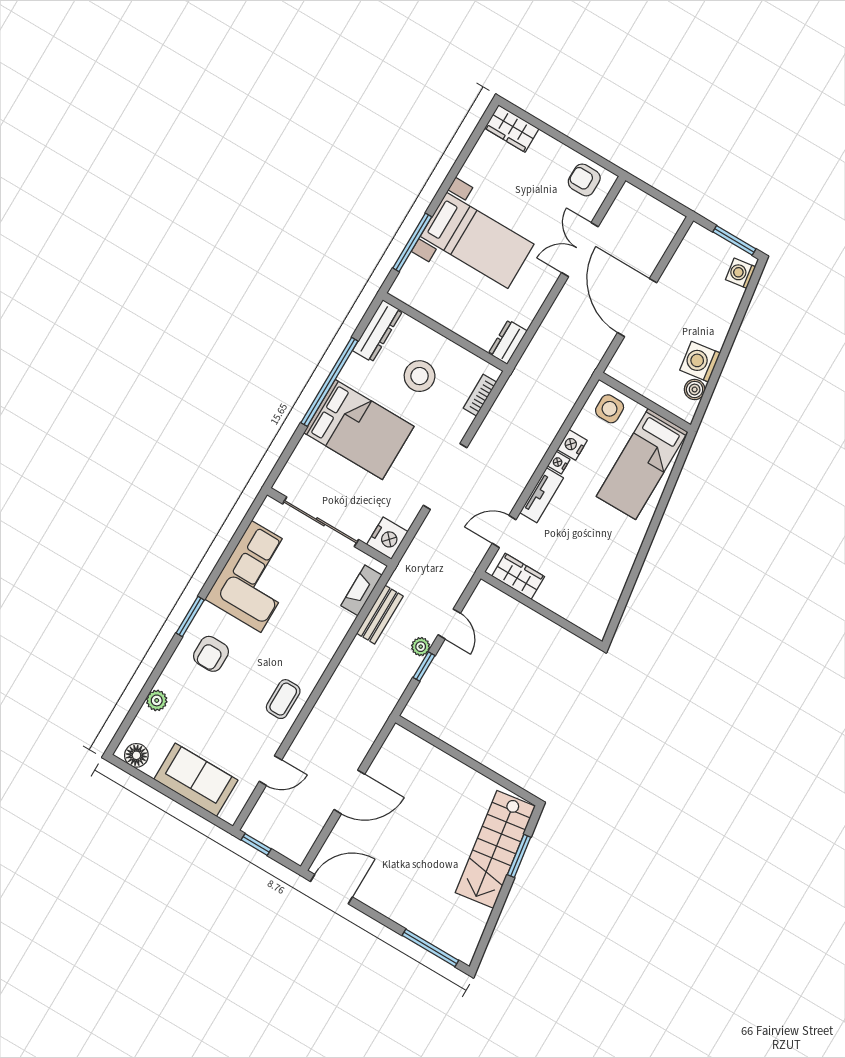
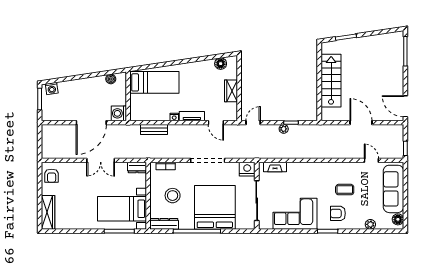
wardrobe: (512, 128) -> (48, 212), width x1.50
bed with nightstands: (477, 240) -> (122, 209), moved, turned -90
double door: (580, 250) -> (101, 160), moved
washing machine: (700, 362) -> (119, 113), moved, turned 98
side table: (610, 409) -> (140, 109), removed
bed: (359, 430) -> (215, 207), width x1.36
nightstand: (572, 445) -> (164, 116), removed
wardrobe: (518, 576) -> (231, 91), moved
floor lamp: (605, 603) -> (221, 64), added
bench: (380, 615) -> (154, 130), moved
door: (449, 624) -> (253, 123), moved
armchair: (211, 654) -> (338, 213), turned 180
coffee table: (283, 699) -> (345, 190), moved
sofa: (196, 780) -> (393, 189), width x1.36
stairs: (495, 849) -> (331, 81), moved, turned -82

